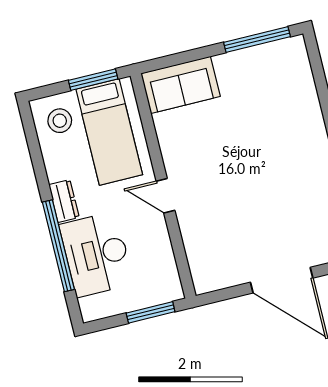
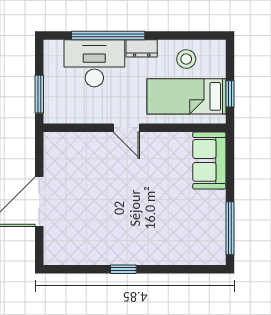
window: (93, 80) -> (230, 94), width x0.67
stool: (60, 121) -> (186, 59), moved
door: (165, 196) -> (126, 128), swing flipped

